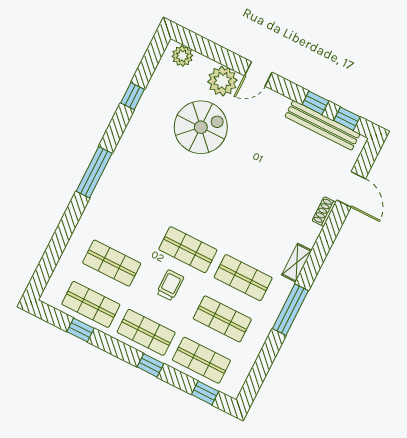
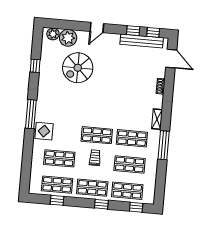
plant: (222, 81) -> (68, 38), moved
spiral stairs: (201, 127) -> (78, 68), turned 180
door: (351, 189) -> (171, 59), moved
display table: (104, 209) -> (44, 131), added

